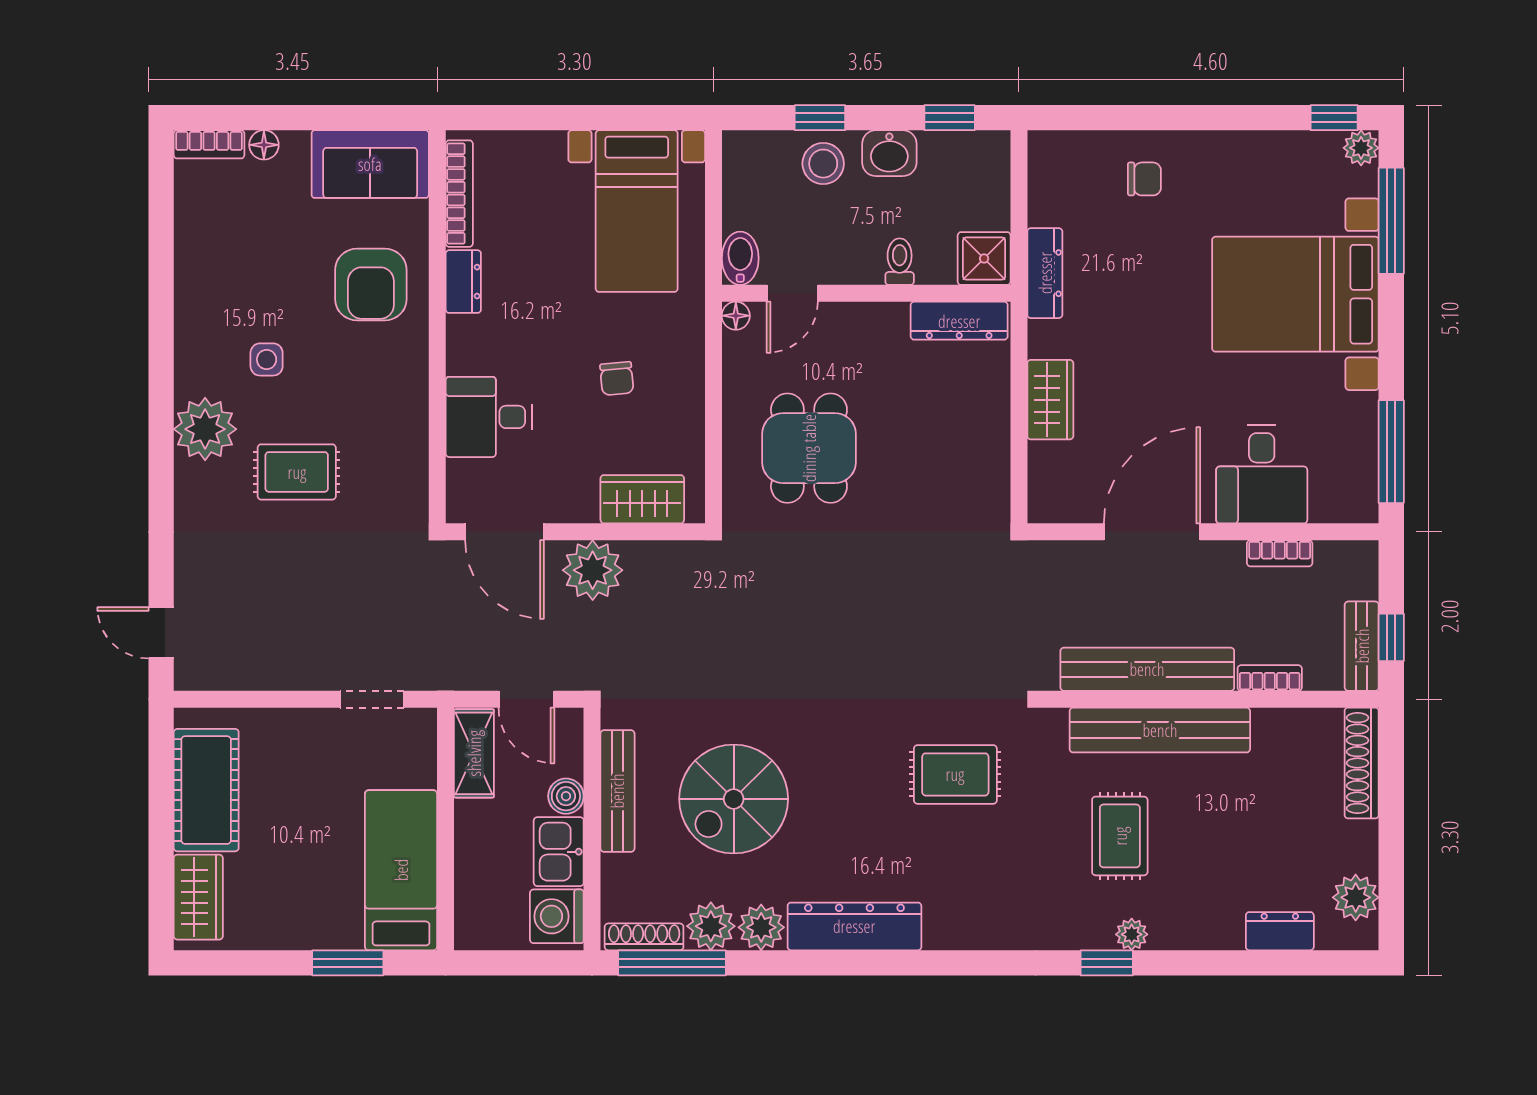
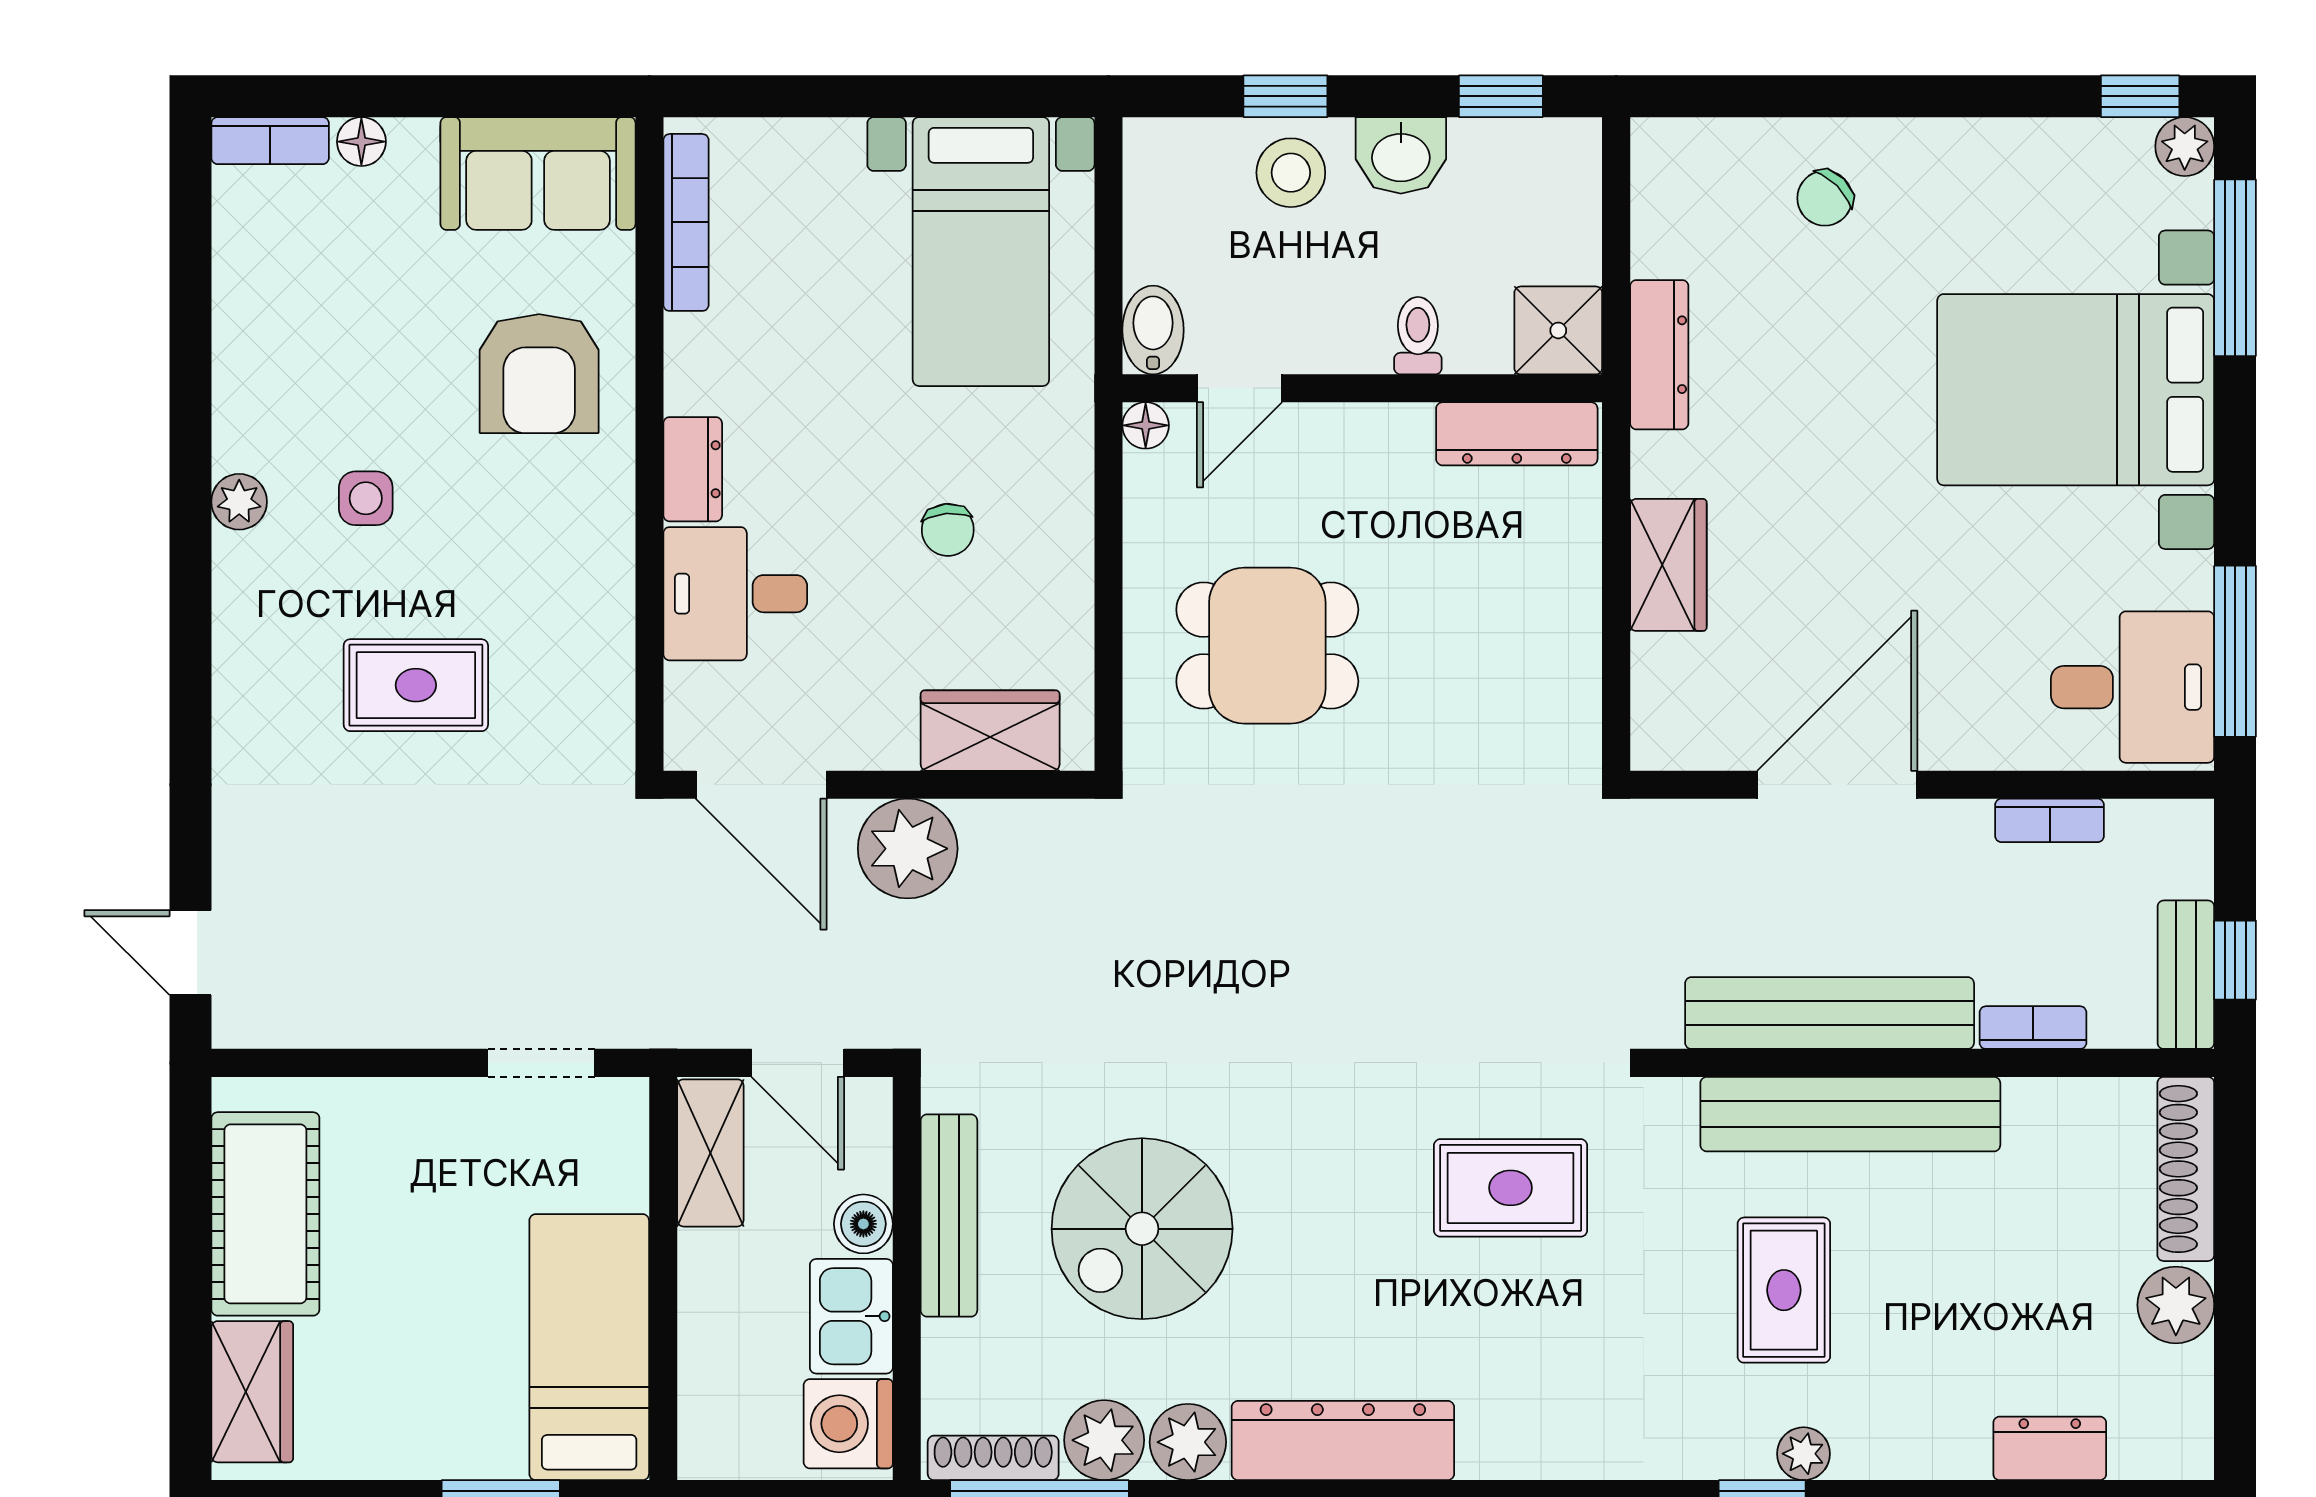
chair: (1144, 179) -> (1825, 198), turned 135
dresser: (463, 282) -> (693, 469), moved
plant: (205, 429) -> (239, 502), moved, width x0.53, depth x0.53
dining table: (809, 448) -> (1267, 646), turned 90
desk: (1262, 474) -> (2133, 687), moved, turned -90
plant: (1356, 897) -> (2176, 1305), moved

